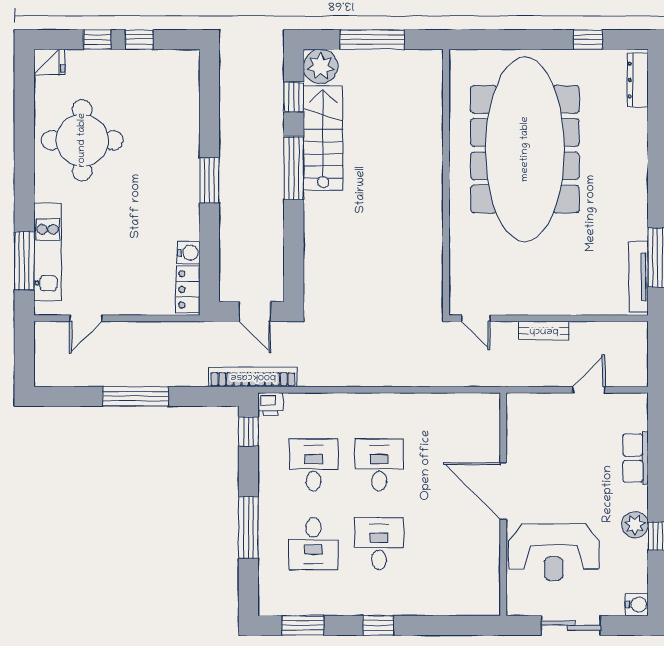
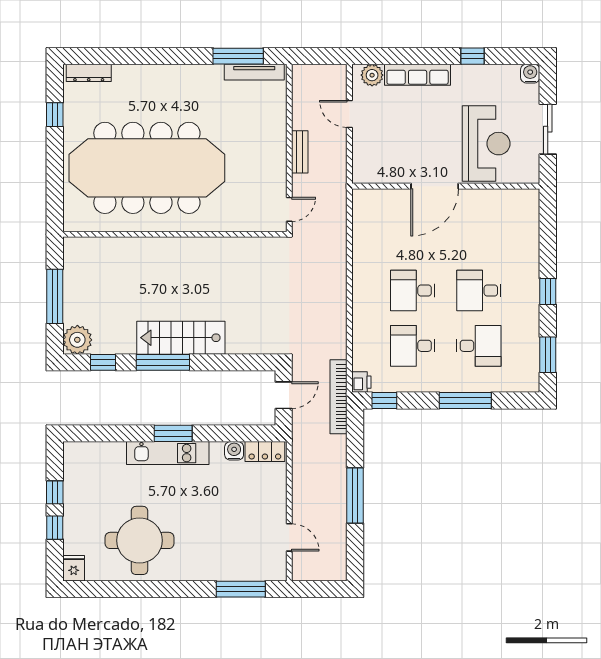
stairs: (323, 138) -> (181, 338), moved
kitchen unit: (48, 252) -> (168, 453), moved, turned 180
row of seats: (636, 458) -> (418, 75), width x1.48
plant: (635, 525) -> (372, 75), moved

